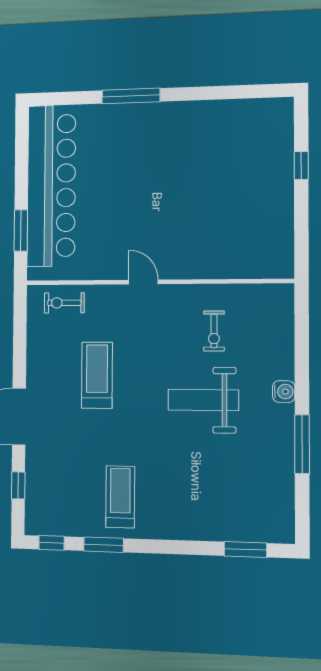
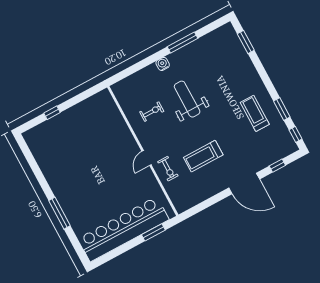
exercise bike: (64, 303) -> (168, 169), moved
weight bench: (203, 400) -> (187, 99), turned 180
treadmill: (120, 497) -> (255, 113), turned 90

